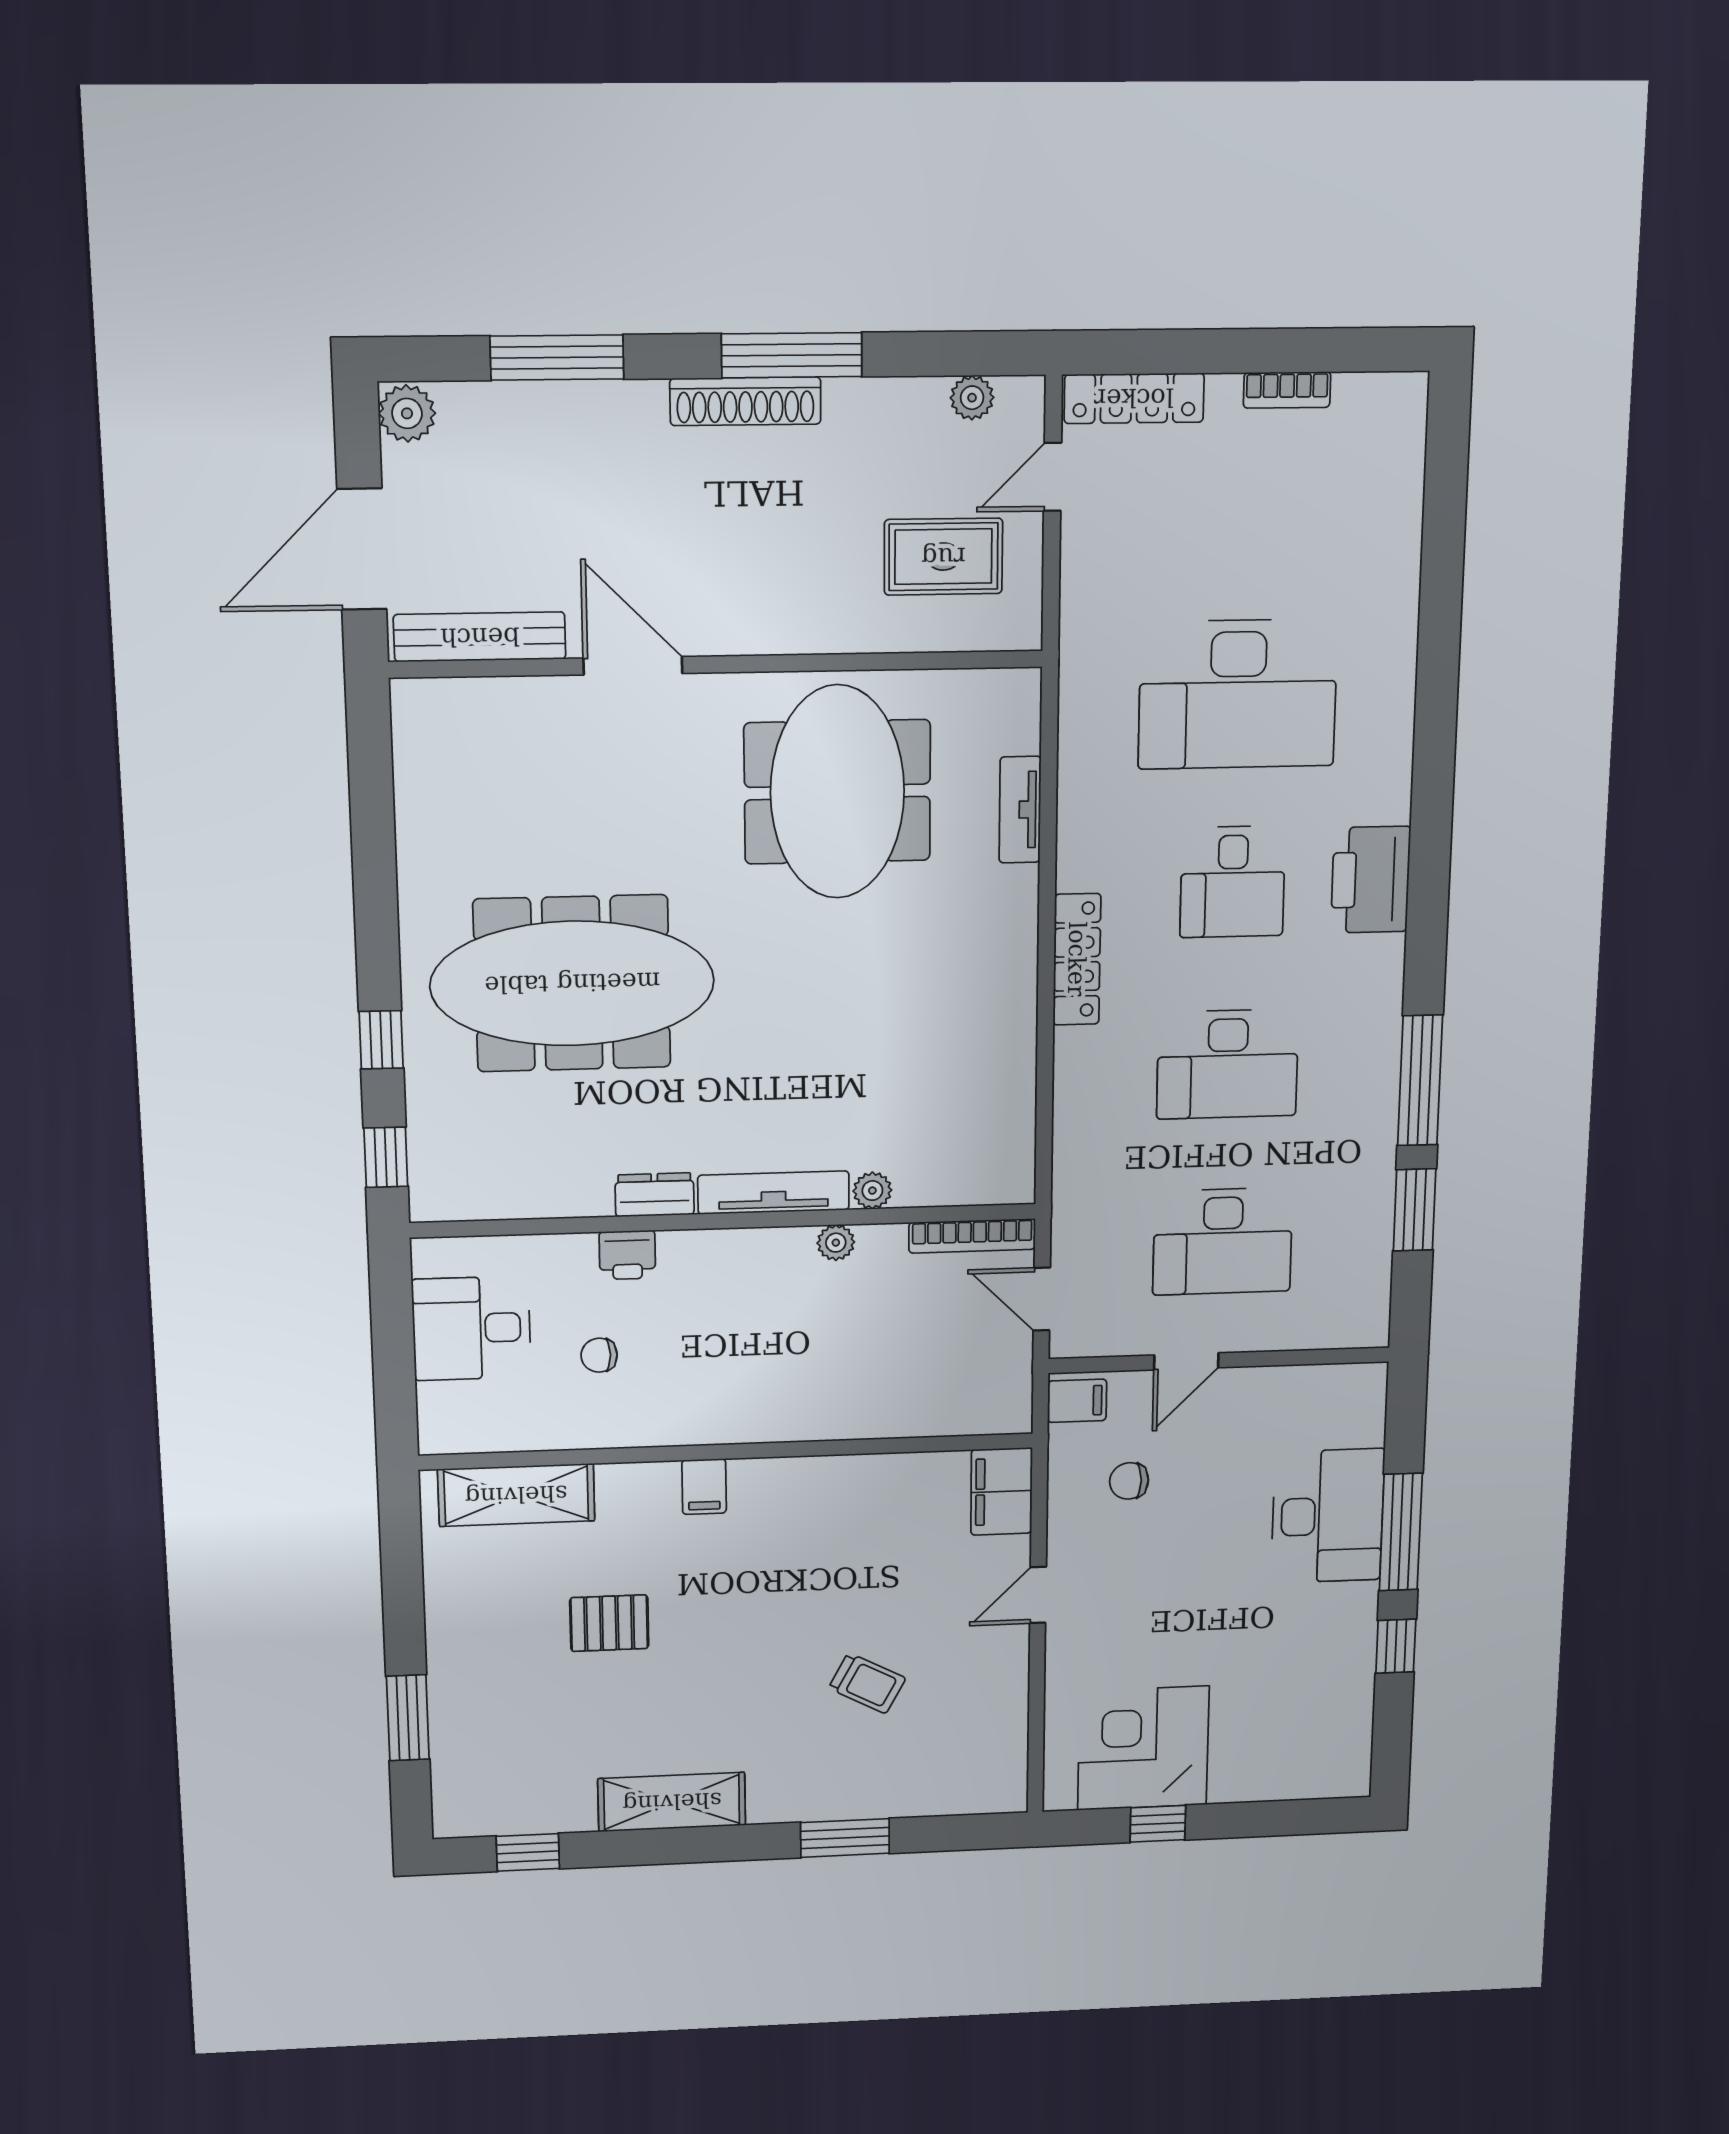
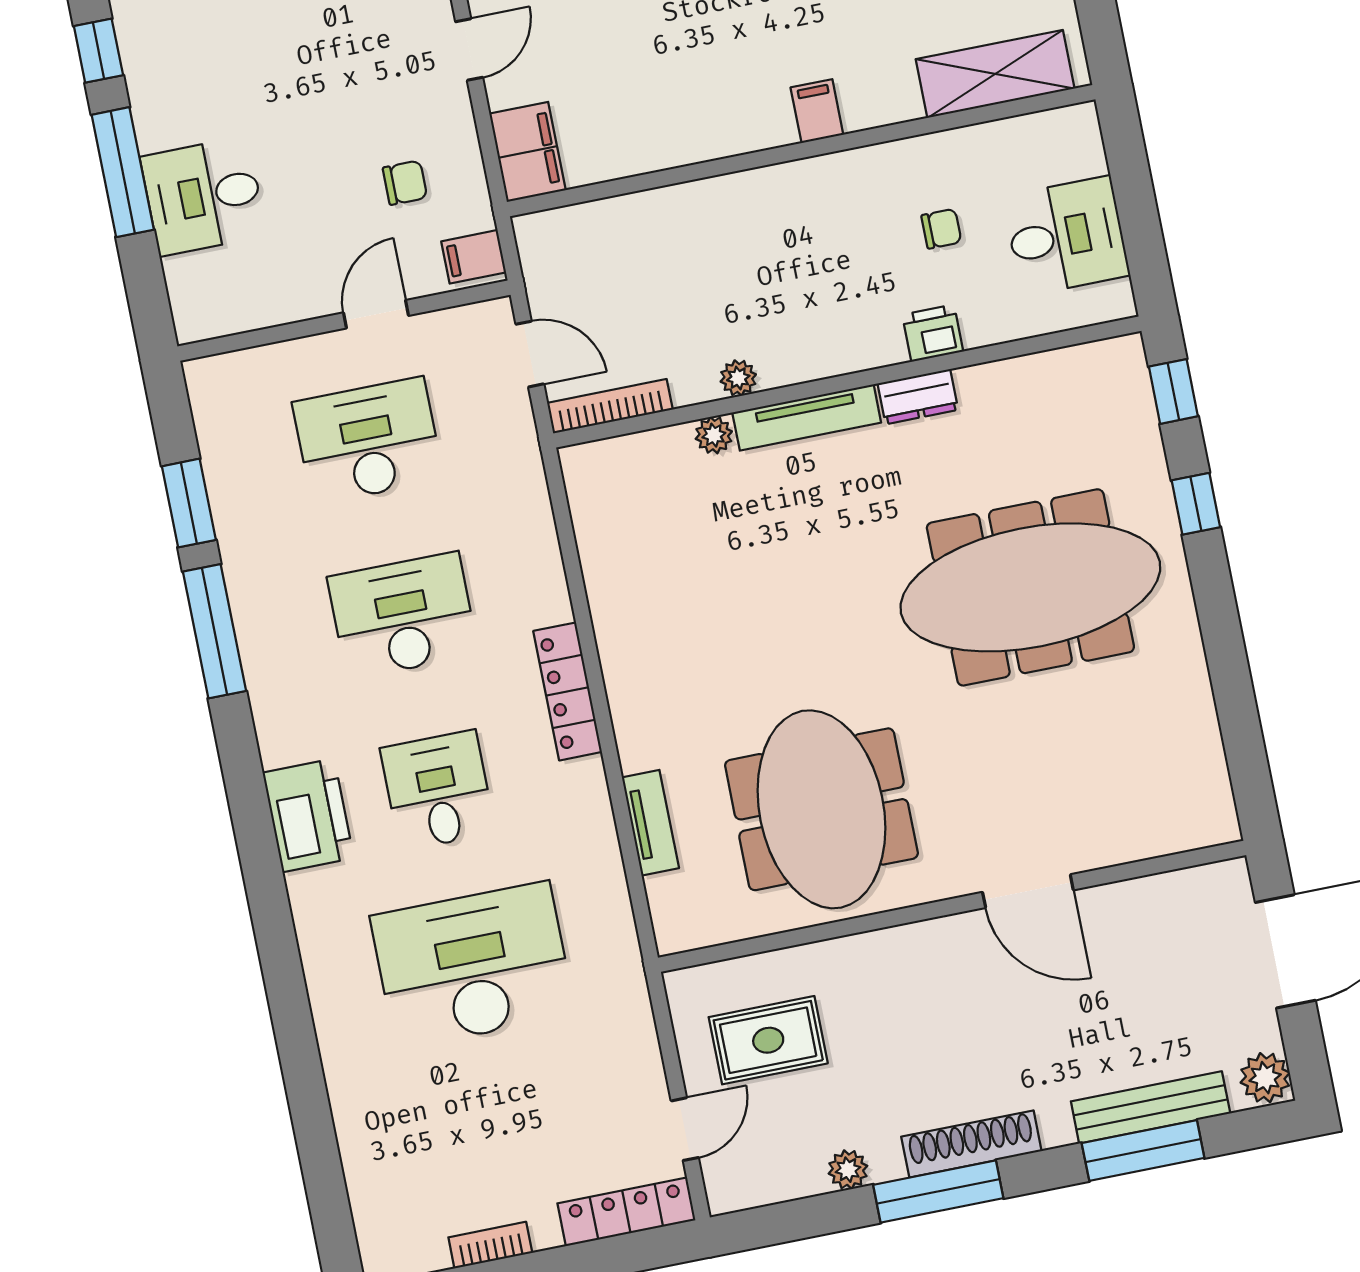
plant: (972, 398) -> (848, 1170), moved
bench: (480, 637) -> (1151, 1107), moved
desk: (1328, 1516) -> (203, 196), width x0.73

